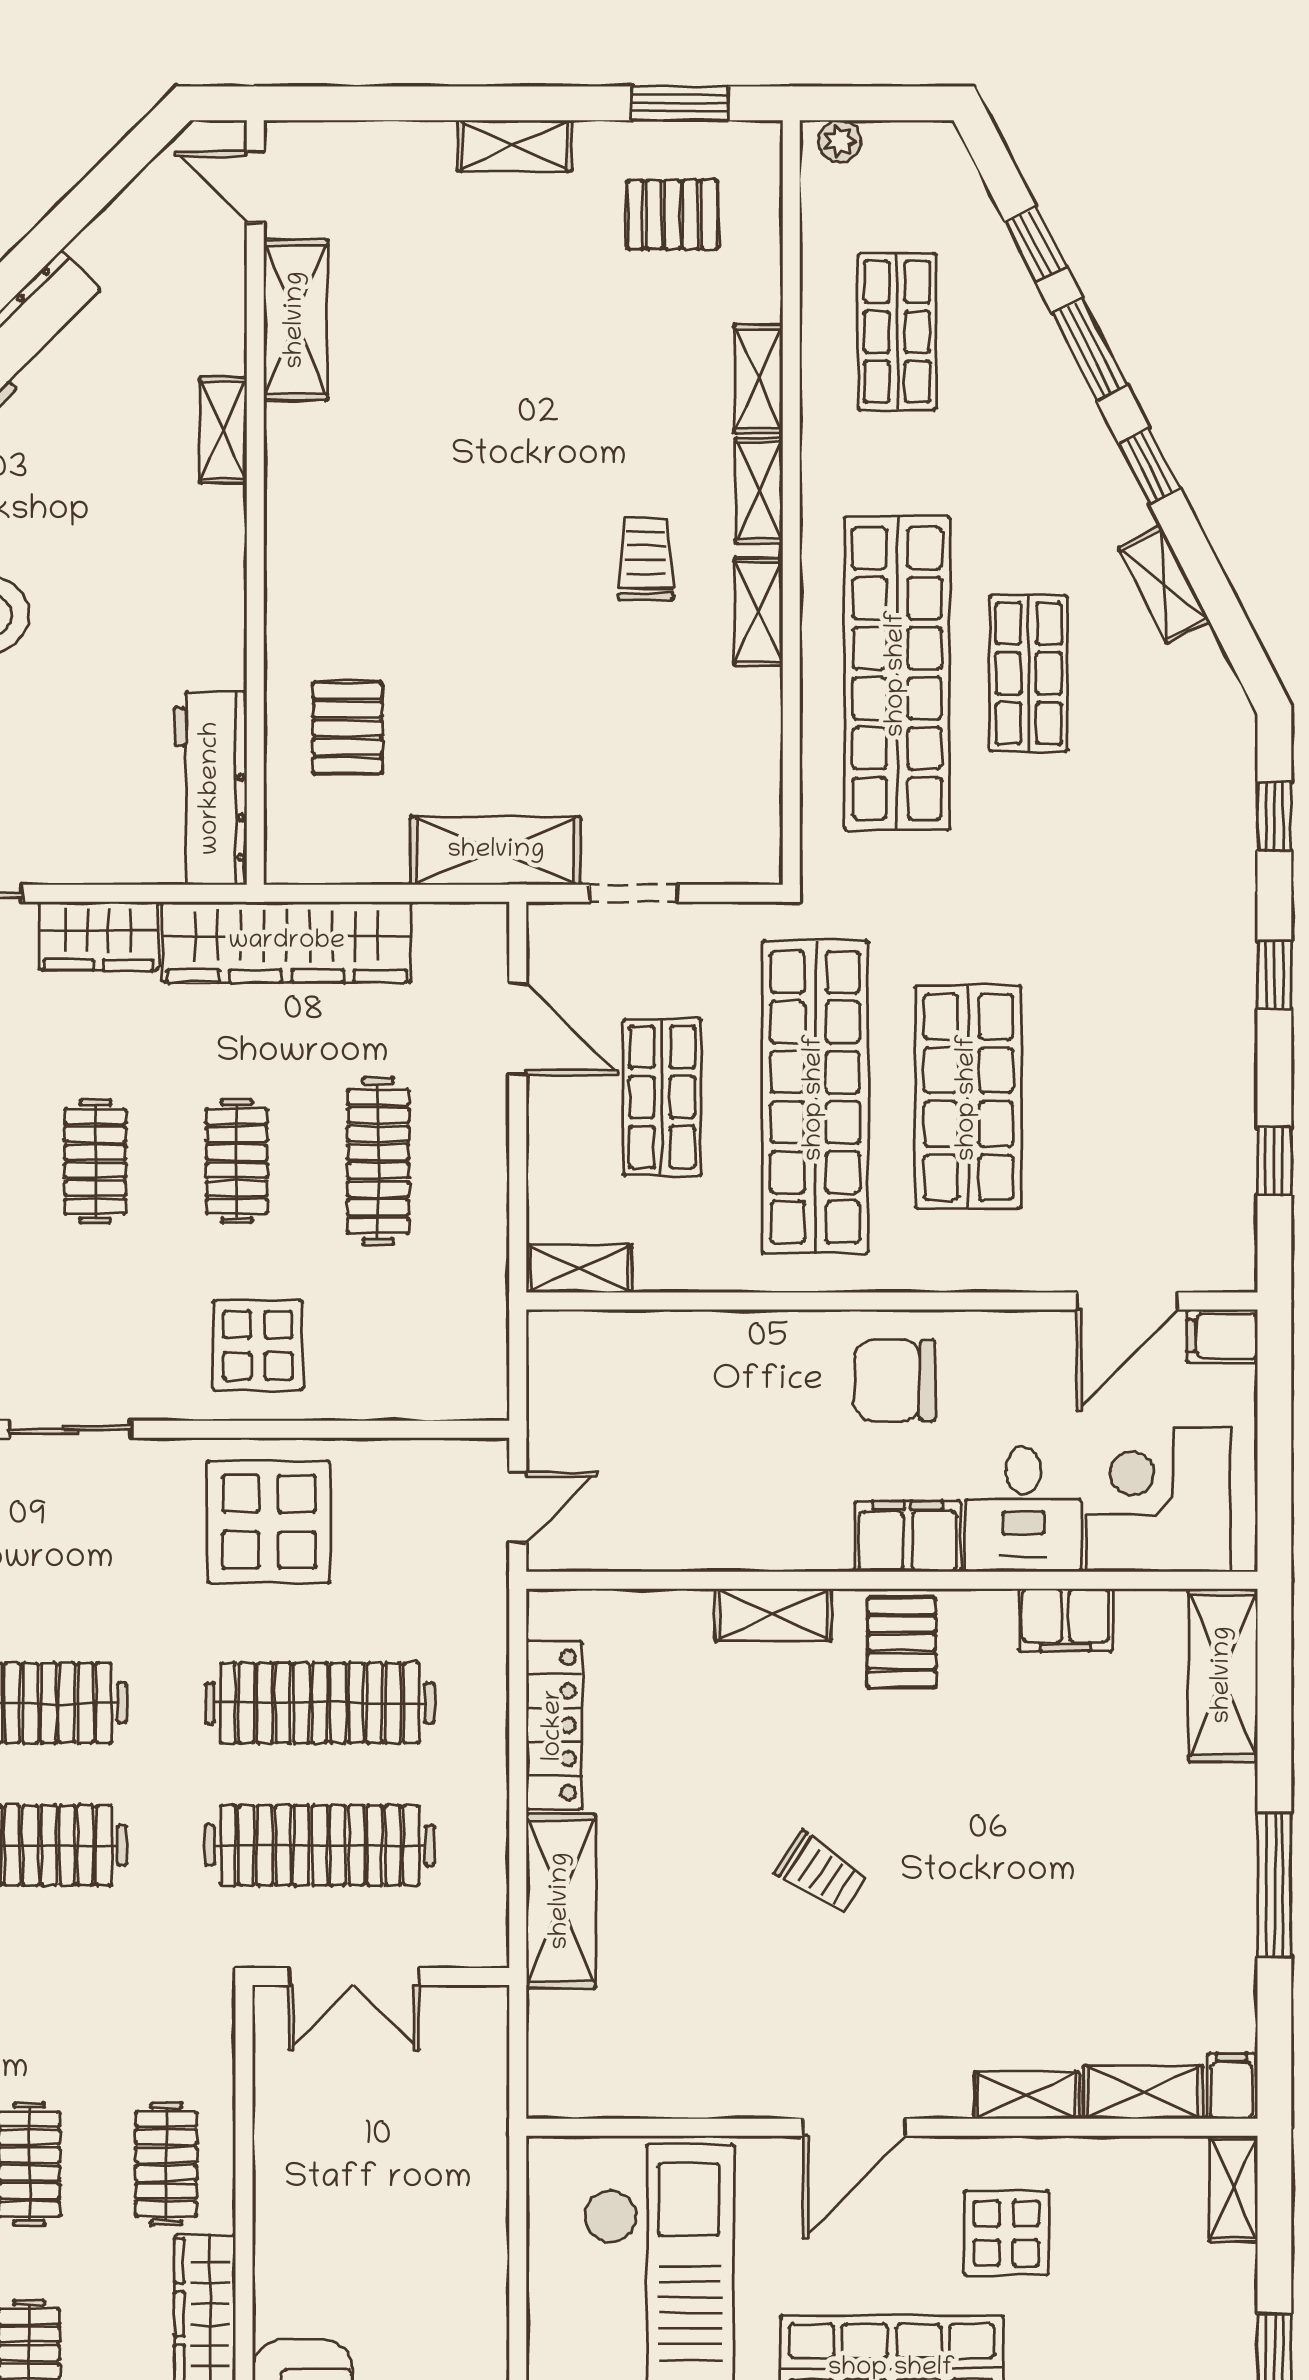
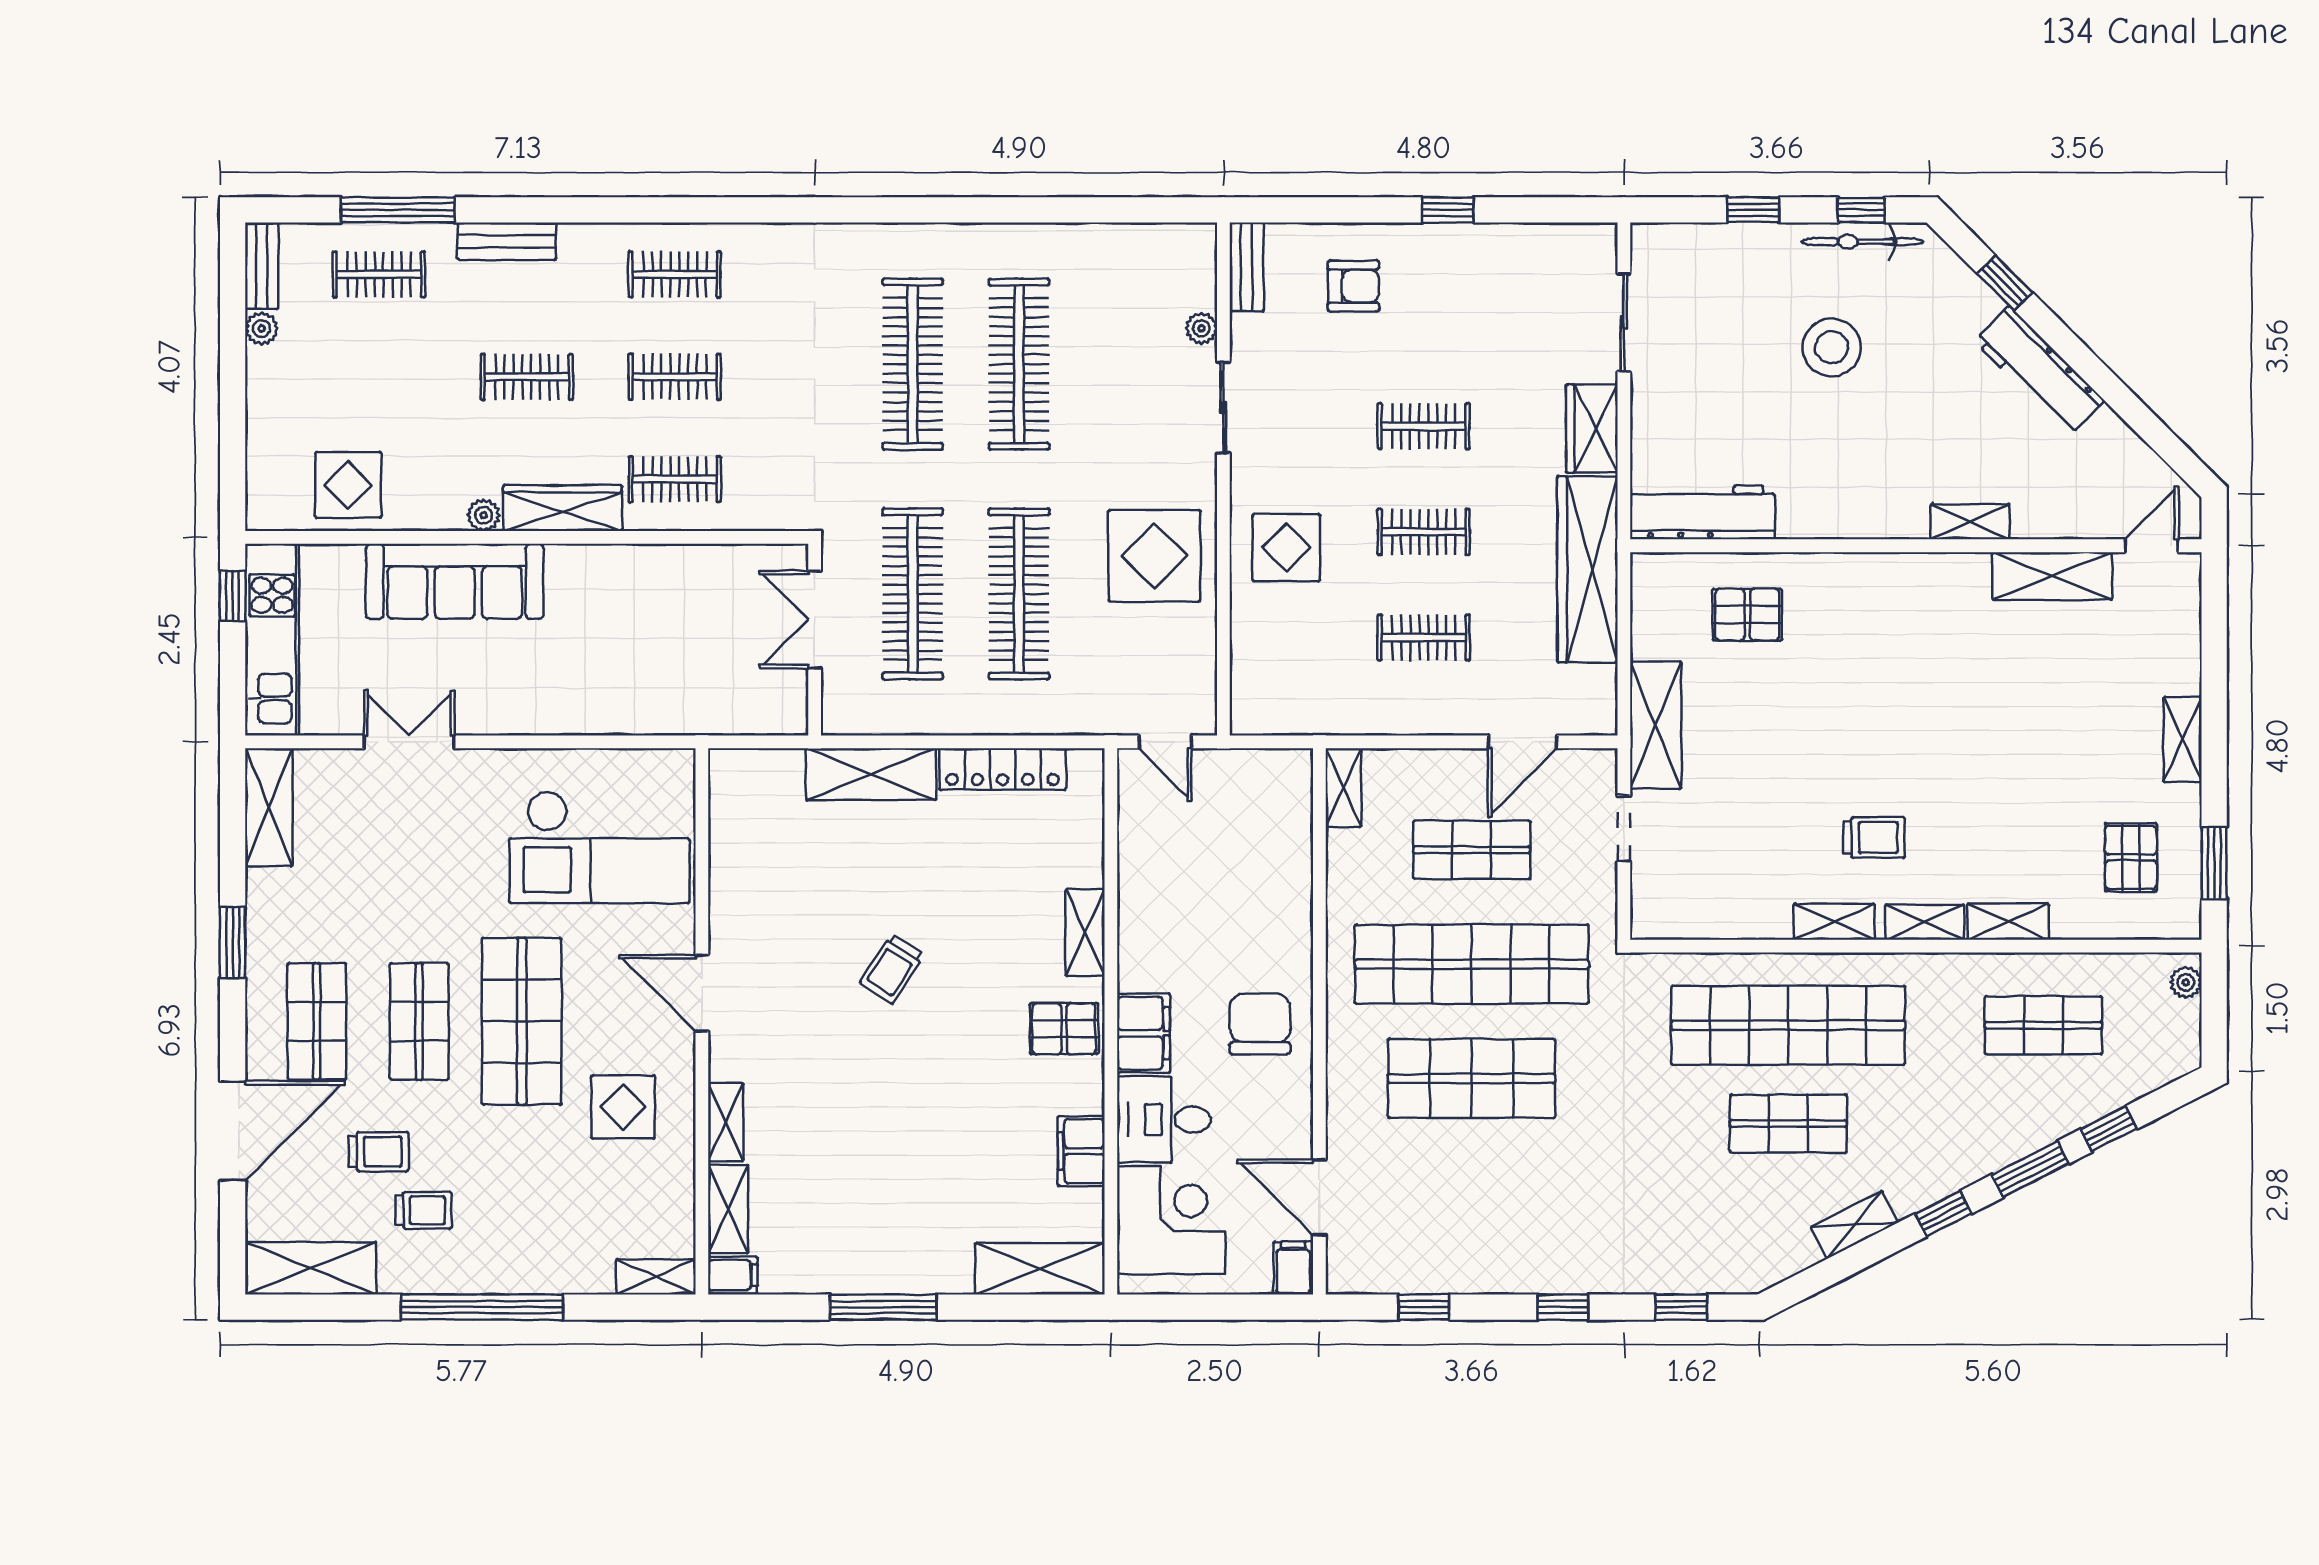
clothes rail: (378, 1161) -> (1424, 638), width x0.73

